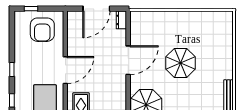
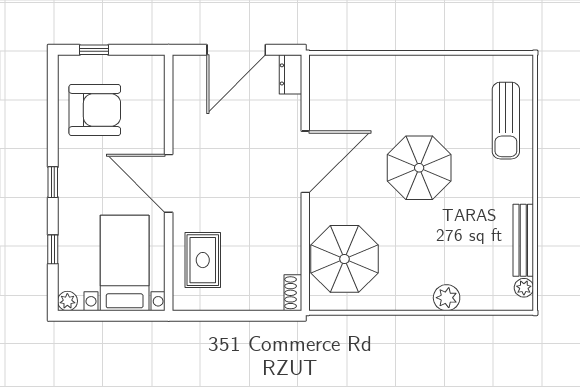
armchair: (42, 30) -> (95, 110), moved, turned -90
sun lounger: (220, 41) -> (506, 121), added
door: (65, 70) -> (169, 183), swing flipped

